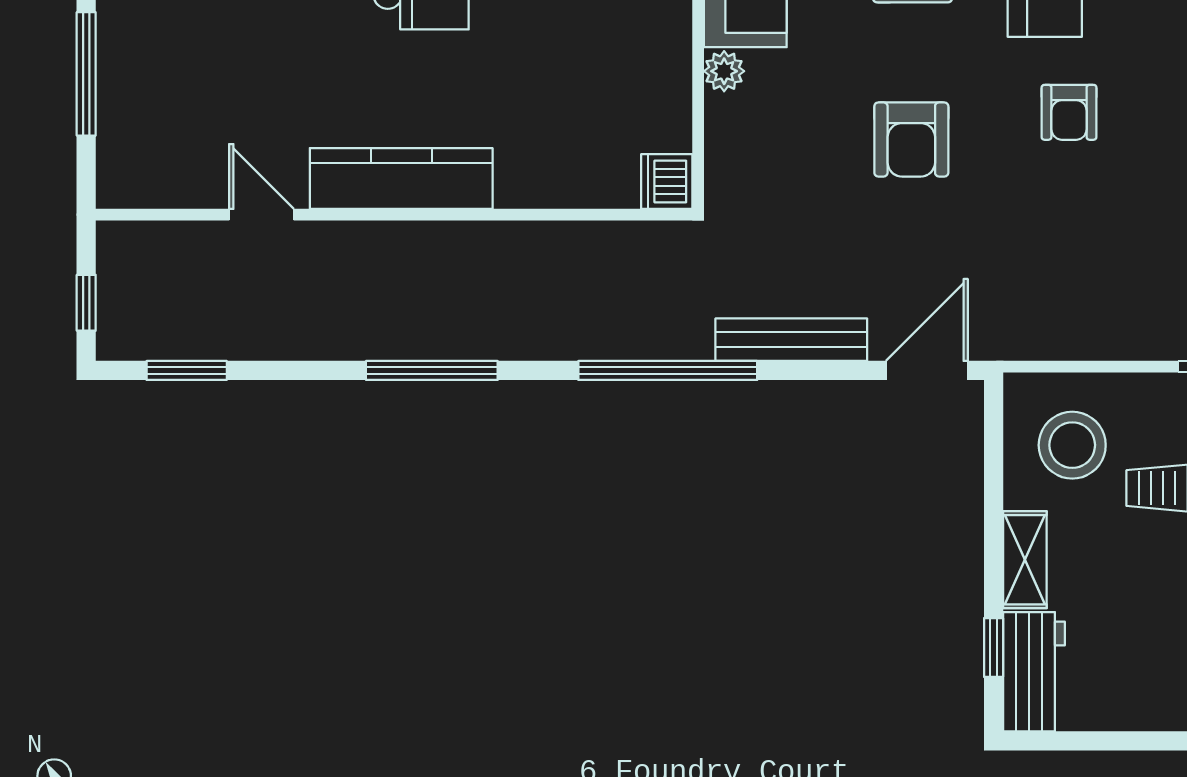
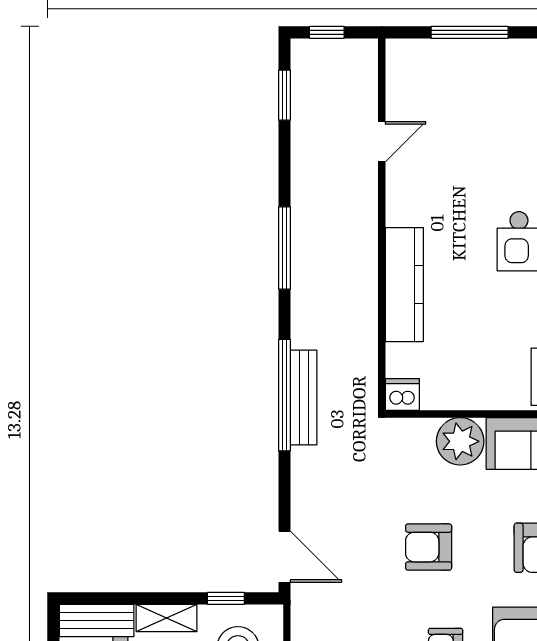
plant: (724, 71) -> (460, 441), width x1.88, depth x1.88
kitchen counter: (401, 178) -> (404, 285), moved
bench: (791, 340) -> (304, 398), moved
window: (994, 648) -> (226, 598), moved

